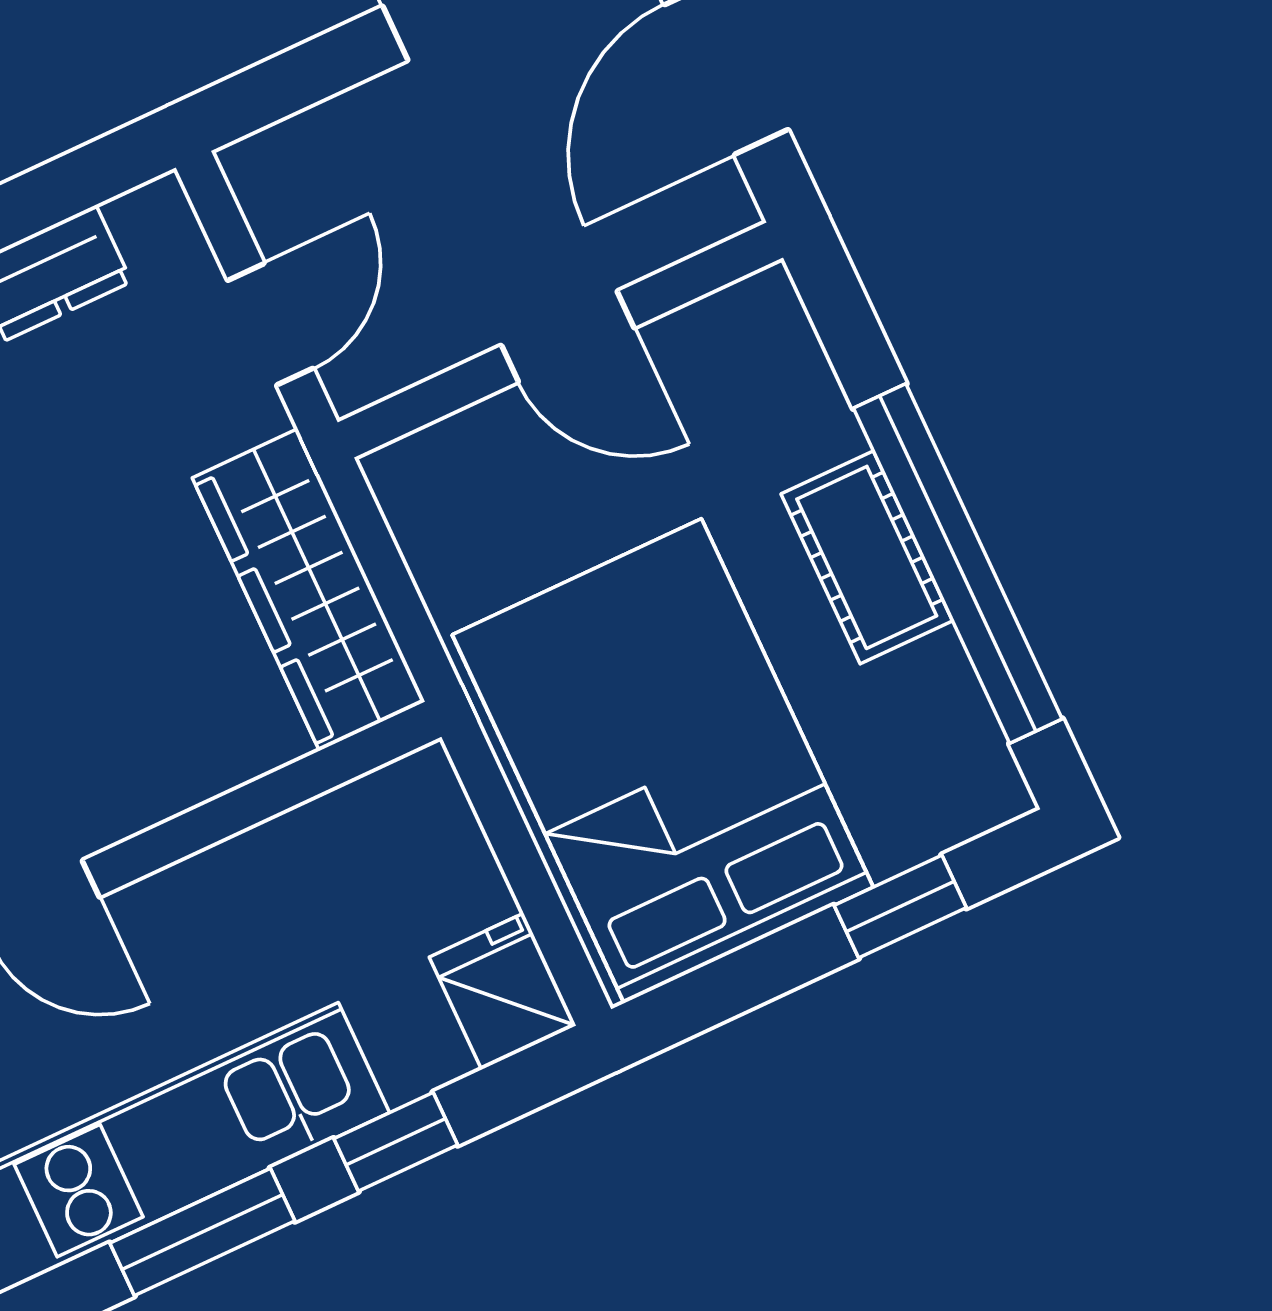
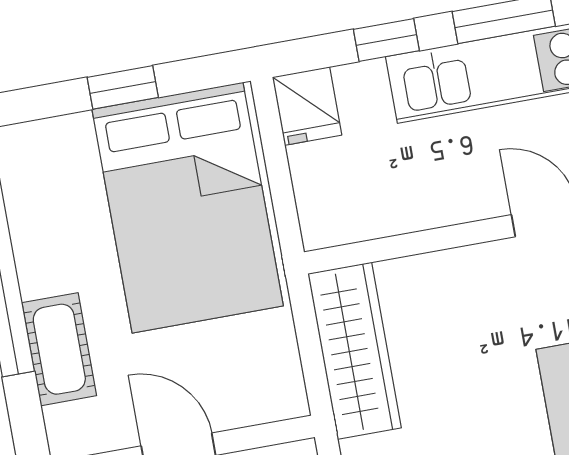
cot: (867, 557) -> (59, 349), moved
window: (900, 907) -> (123, 87), moved

